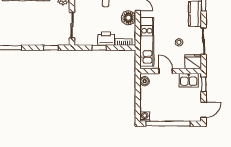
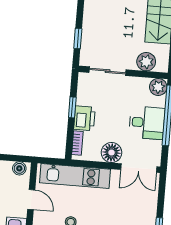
door: (166, 71) -> (31, 200), hinge flipped

